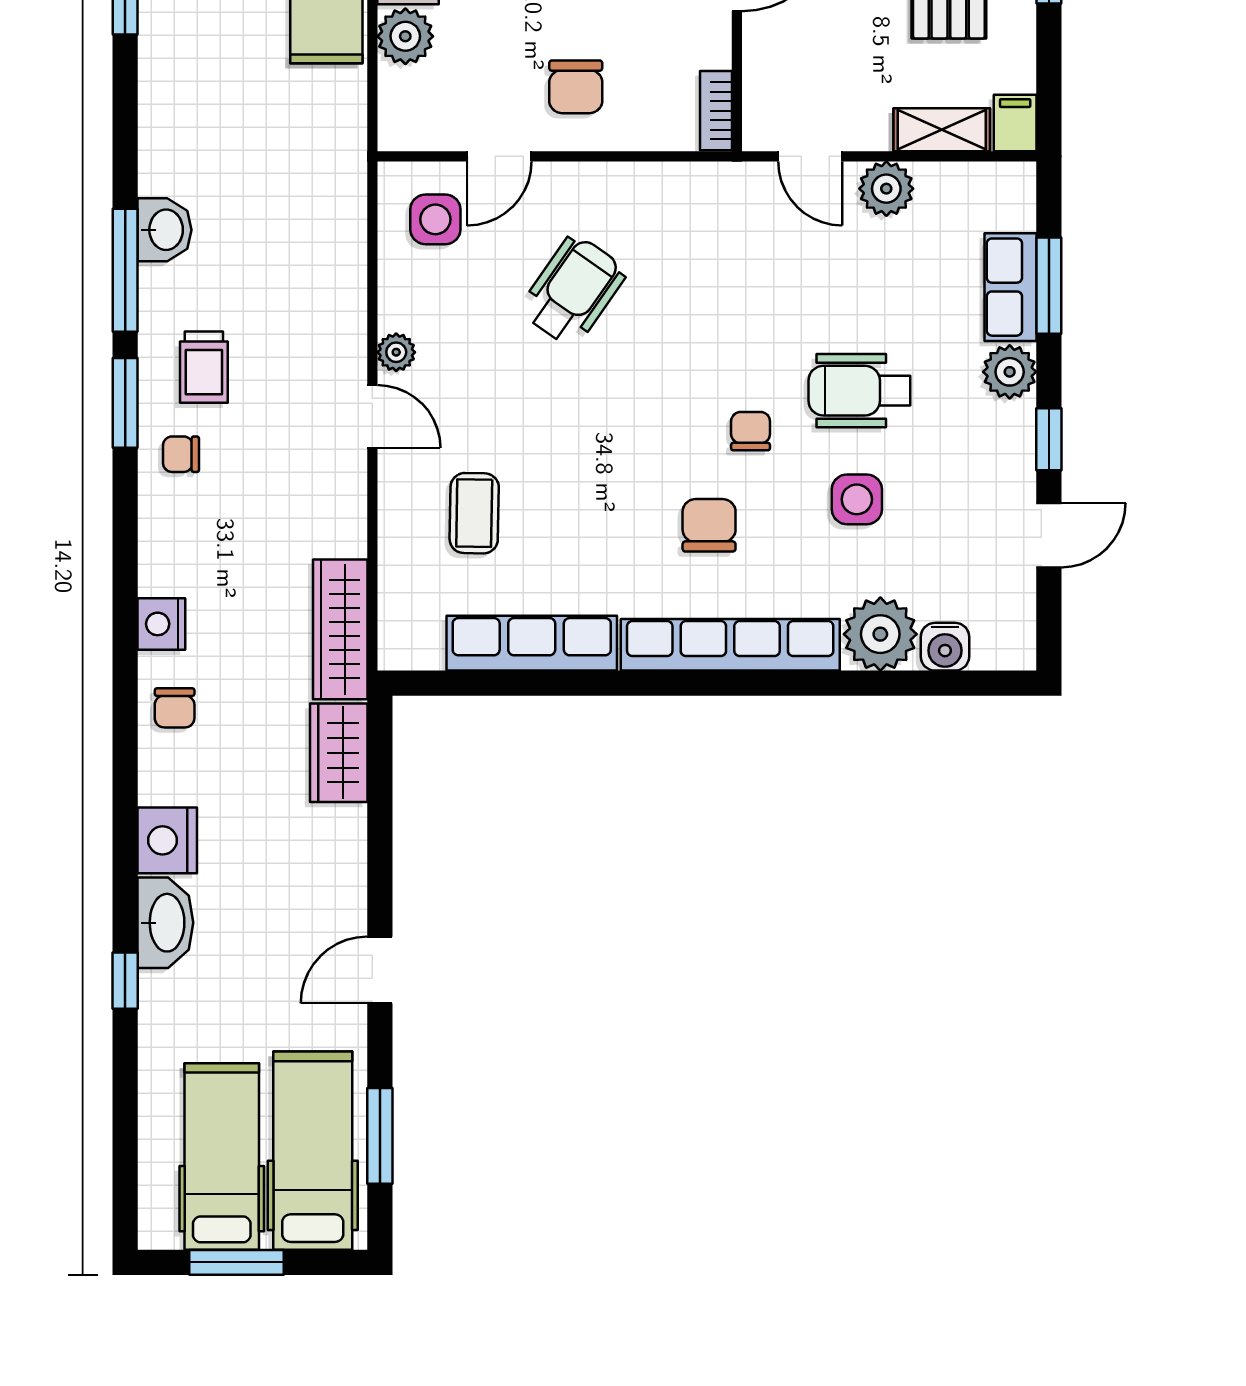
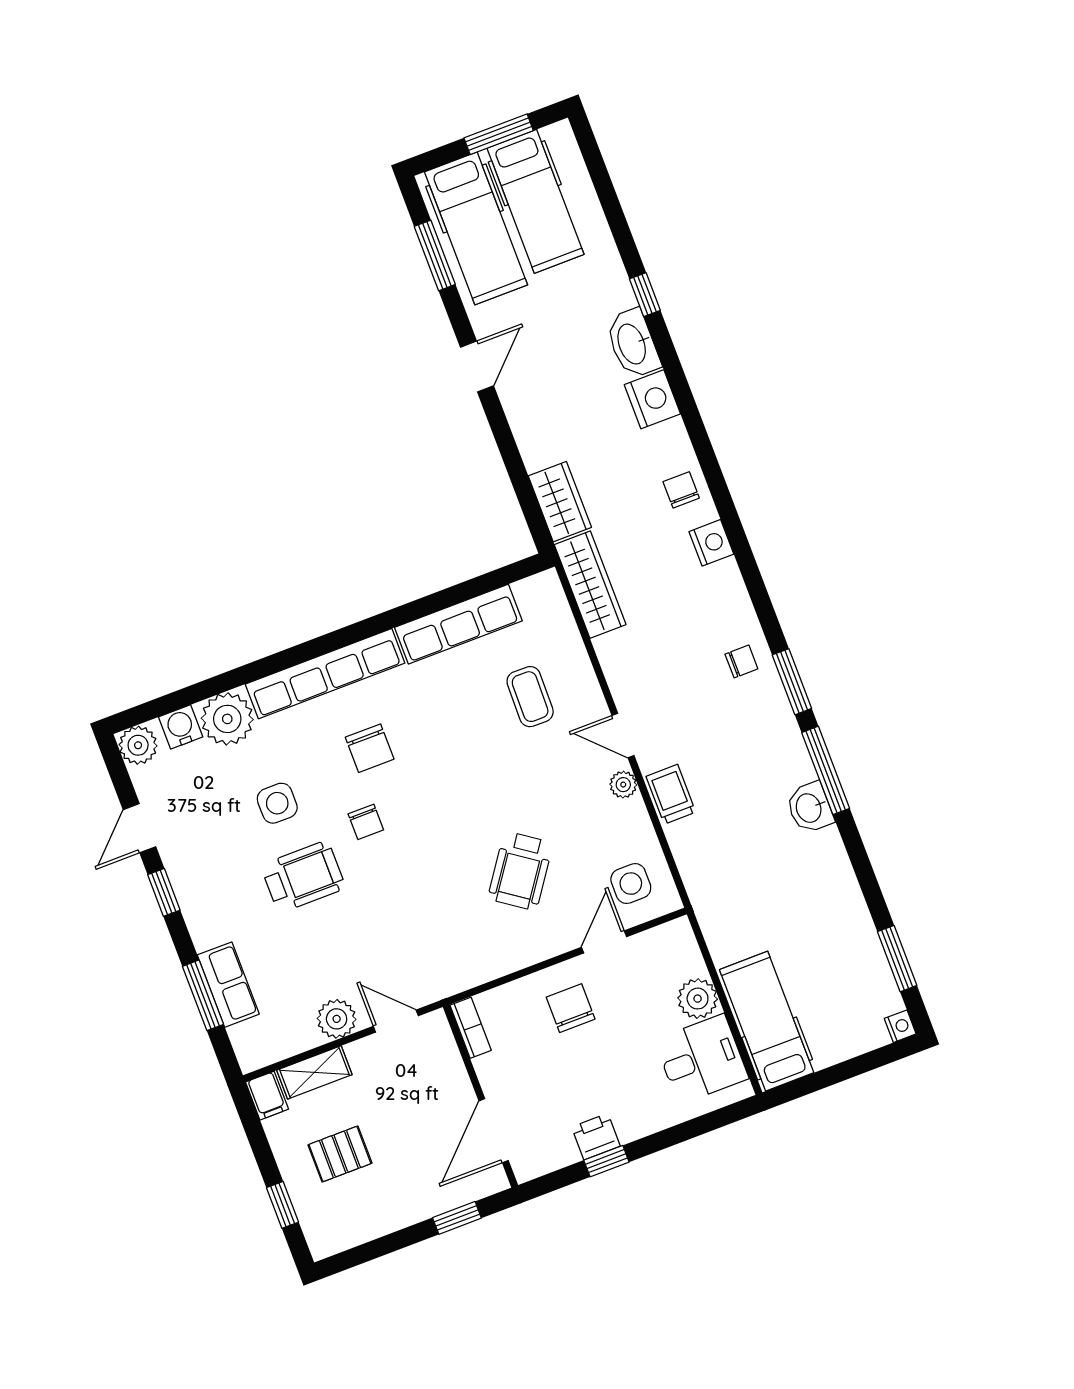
trolley: (204, 367) -> (671, 794), moved
plant: (1010, 372) -> (138, 745), moved

